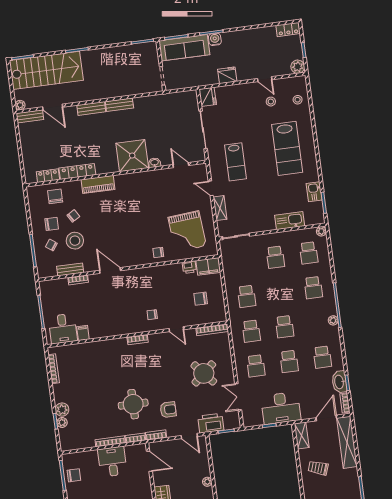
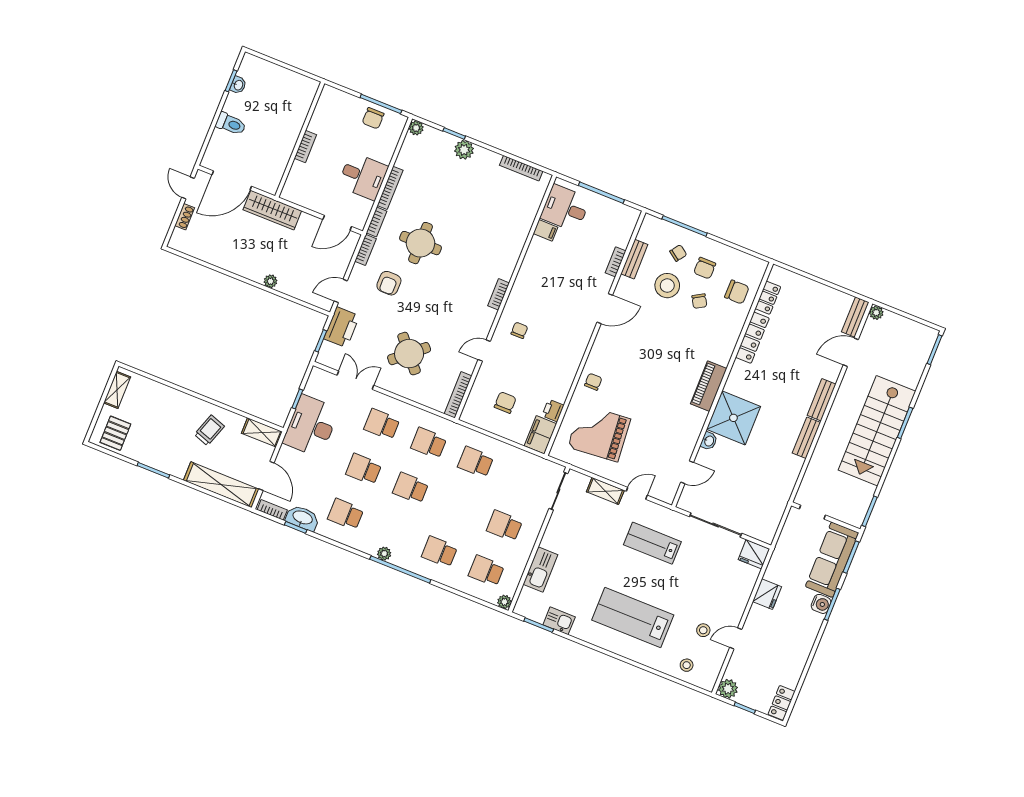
stairs: (46, 70) -> (877, 431), moved
piano: (98, 184) -> (709, 386), moved
plant: (62, 422) -> (416, 128), moved

